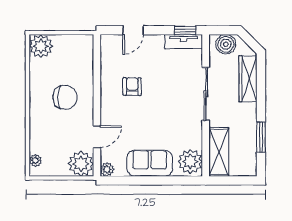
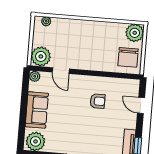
chair: (65, 97) -> (128, 57), moved

